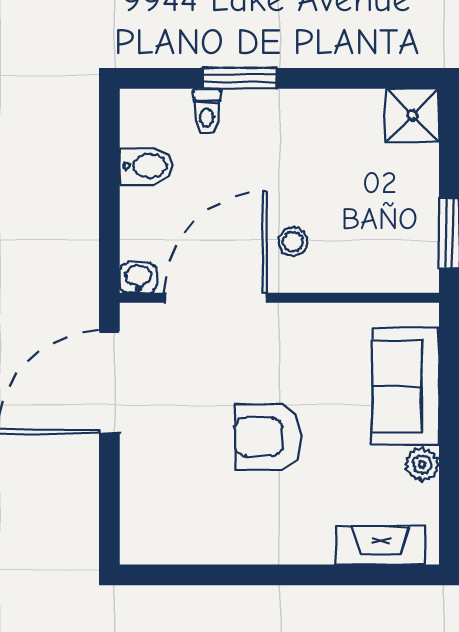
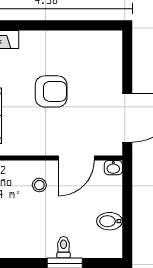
toilet: (207, 111) -> (64, 247), moved
door: (216, 298) -> (76, 158), width x0.73

